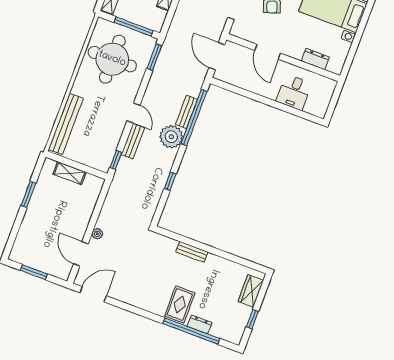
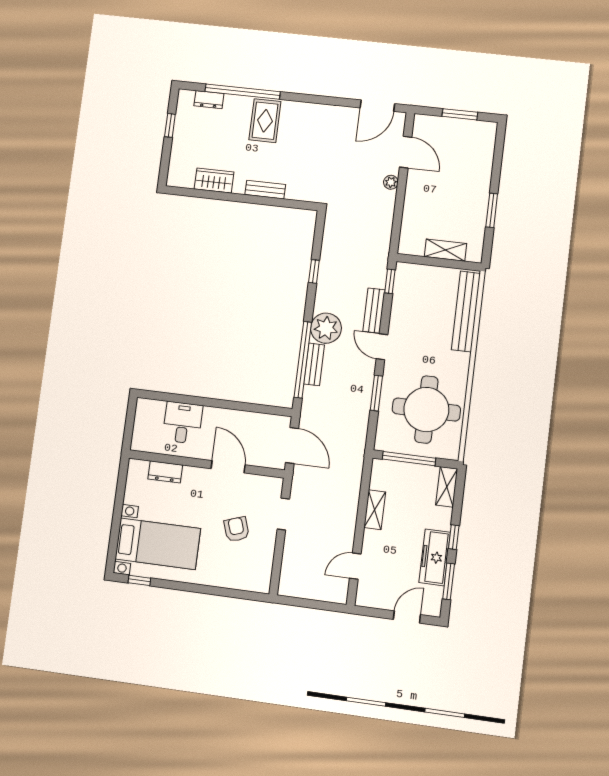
window: (154, 57) -> (376, 393), moved
wardrobe: (251, 291) -> (214, 181), moved, turned -90
dresser: (200, 324) -> (209, 100), moved

